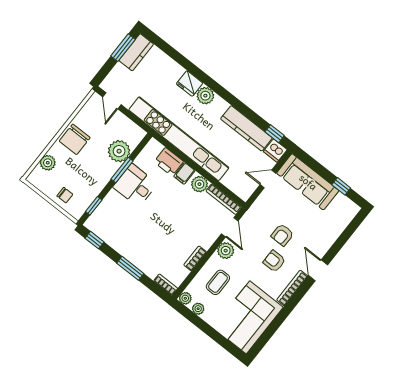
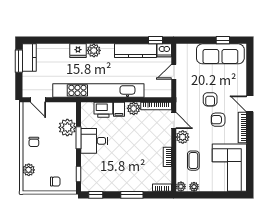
chair: (75, 139) -> (34, 142), width x0.54, depth x0.54
sofa: (308, 182) -> (220, 54), moved

